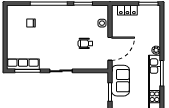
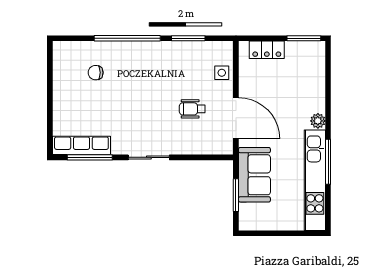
door: (110, 49) -> (236, 118), hinge flipped

